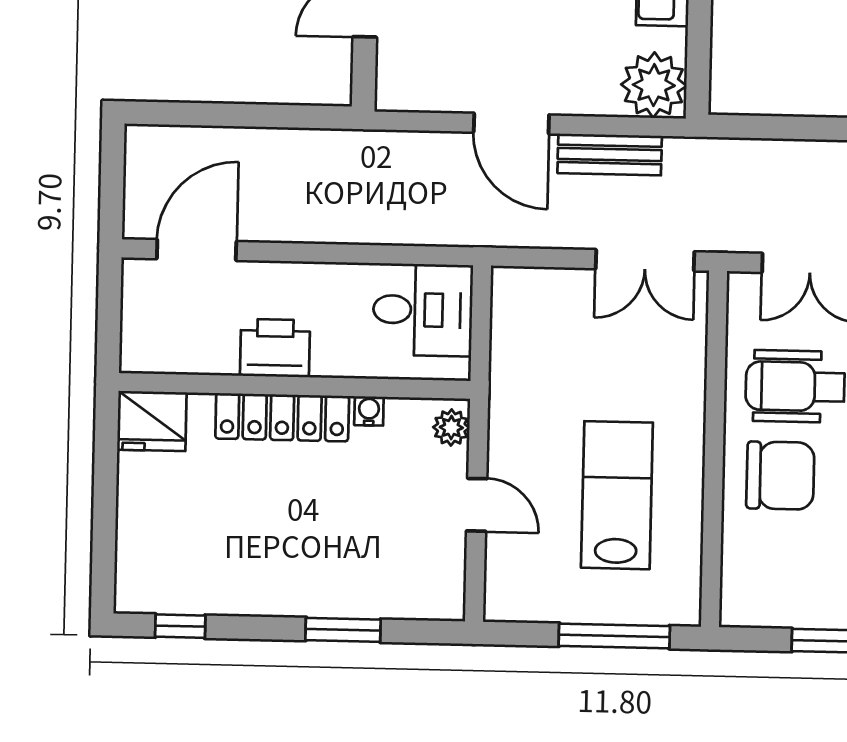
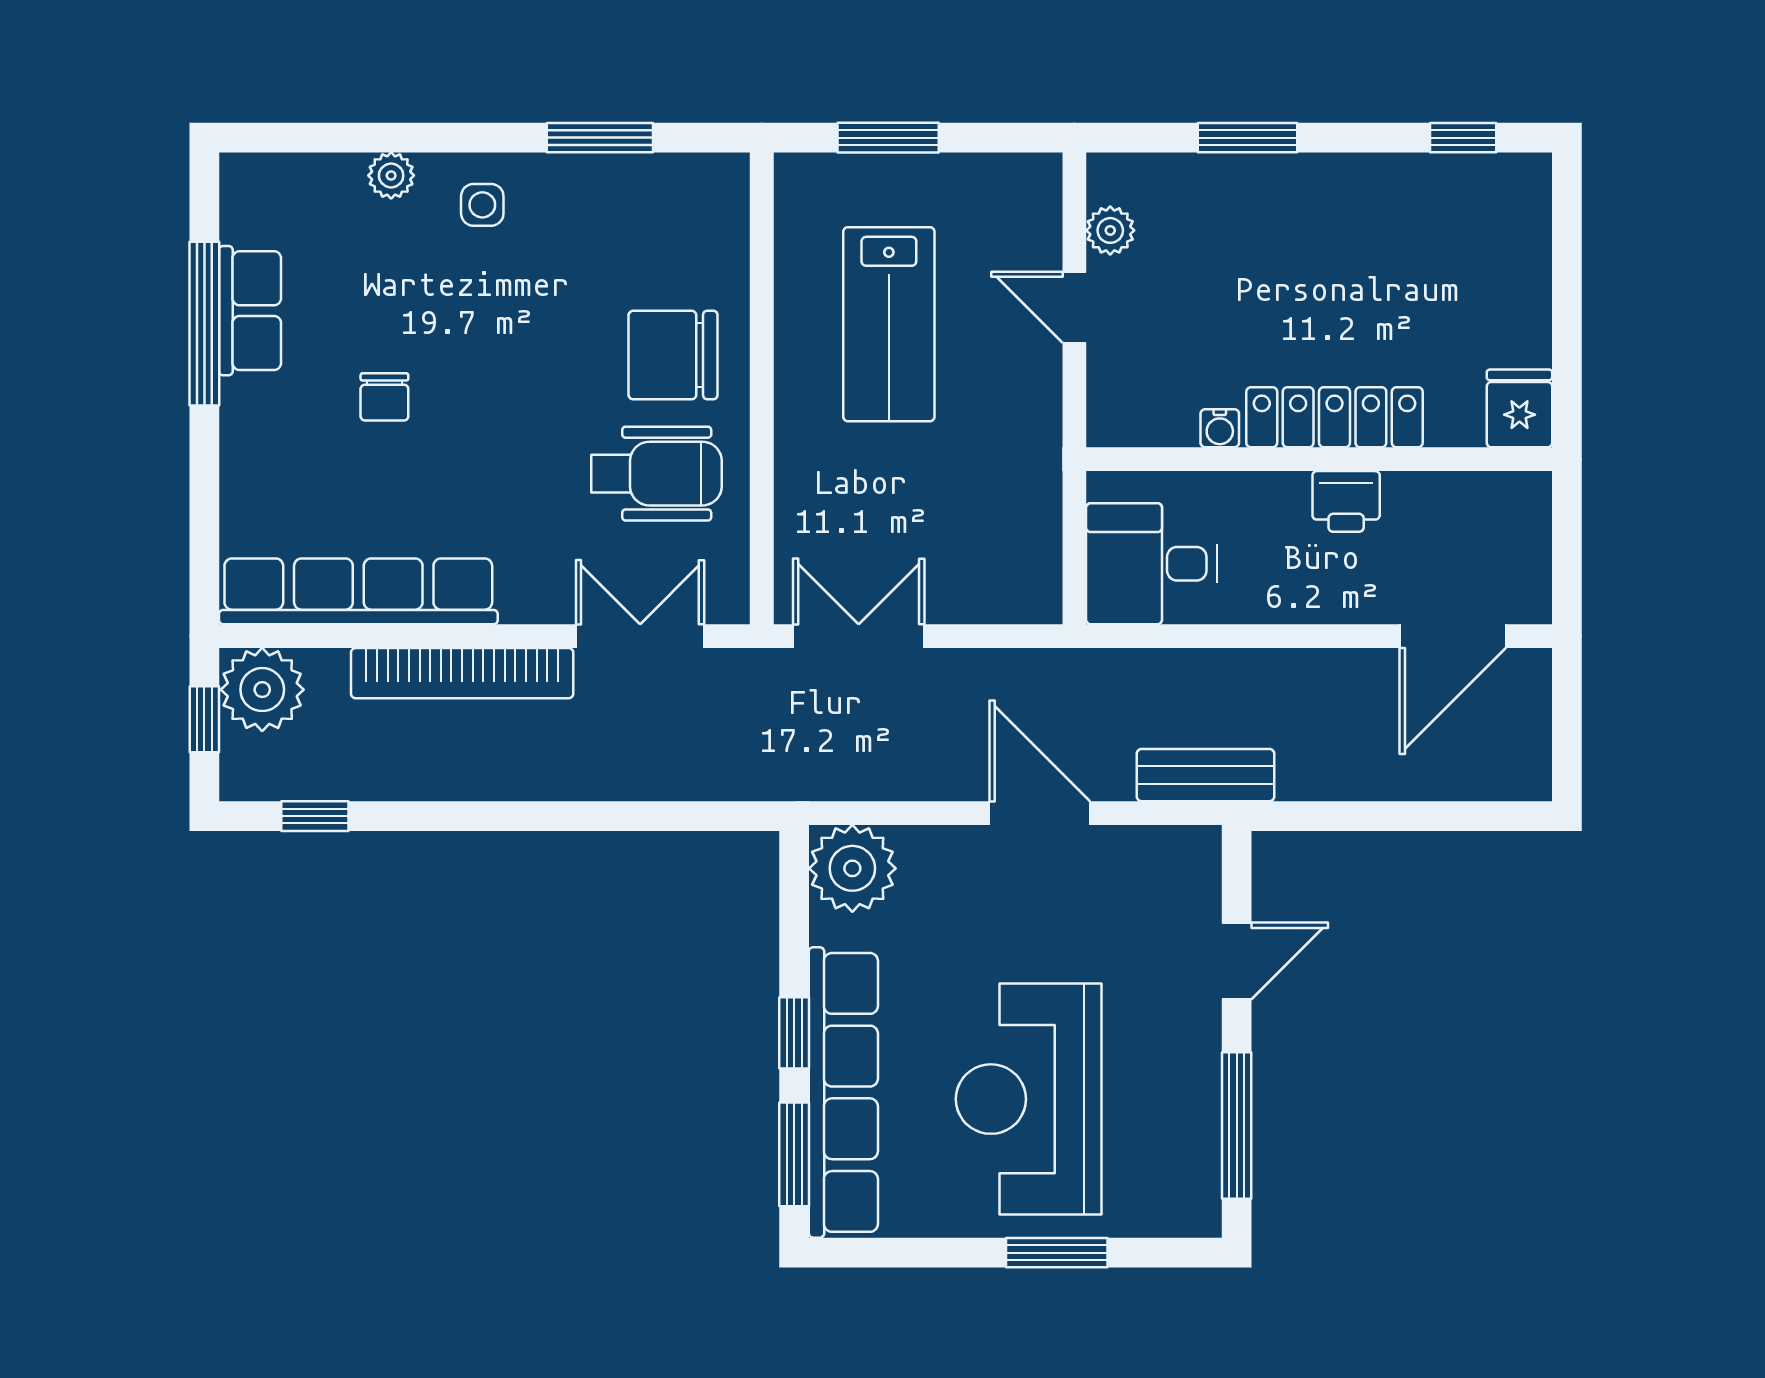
bench: (610, 154) -> (1206, 775), moved
printer: (275, 348) -> (1346, 501), width x0.73, depth x0.81
fridge: (152, 421) -> (1519, 408), width x0.72
plant: (451, 428) -> (1110, 230), moved
window: (614, 636) -> (888, 138), width x0.69

